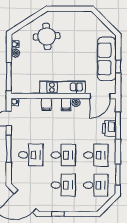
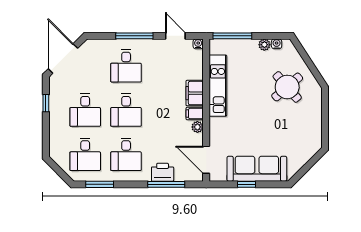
round table: (47, 36) -> (287, 87), turned -37
kitchen unit: (62, 87) -> (218, 86), moved
filing cabinet: (46, 104) -> (195, 93), width x2.00

